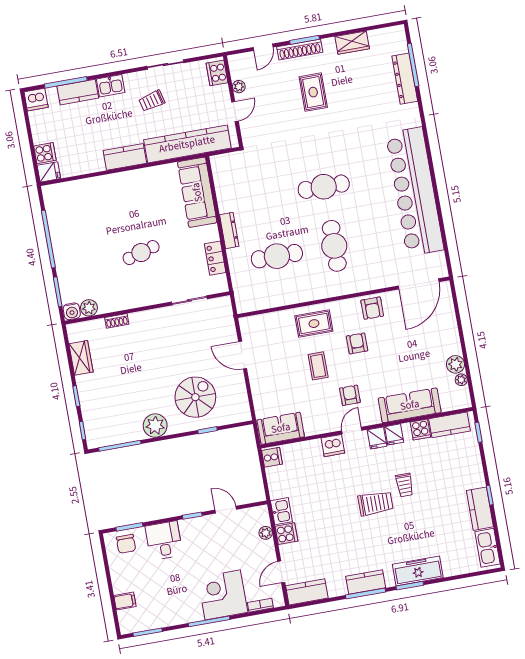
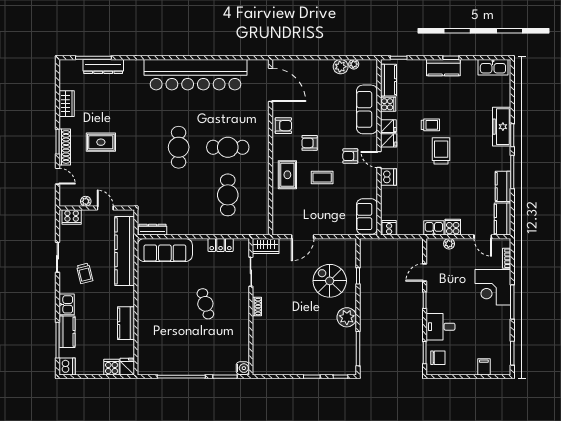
kitchen counter: (125, 157) -> (126, 323), moved
dresser: (229, 231) -> (153, 230), moved
plant: (89, 308) -> (242, 354), removed
shoe rack: (117, 321) -> (257, 307), moved
wardrobe: (81, 358) -> (266, 246), moved, turned 180
kitchen counter: (480, 509) -> (443, 68), moved
kitchen counter: (366, 582) -> (503, 186), moved

